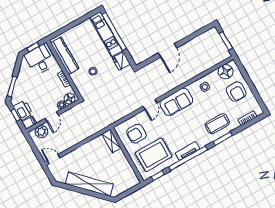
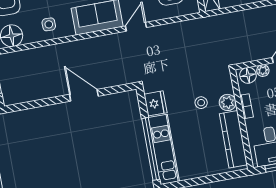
door: (167, 50) -> (84, 95), hinge flipped
plant: (76, 77) -> (228, 102), added

